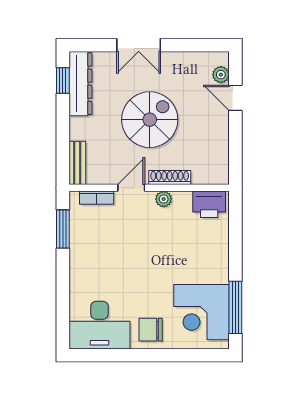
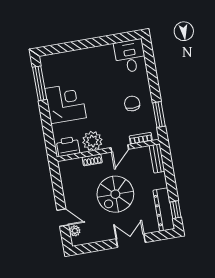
shoe rack: (170, 178) -> (92, 160), width x0.70
plant: (164, 199) -> (92, 141), width x1.88, depth x1.88
corner desk: (202, 312) -> (65, 103), moved
desk: (99, 325) -> (130, 56), width x0.73
chair: (151, 330) -> (132, 103), moved, turned -90

